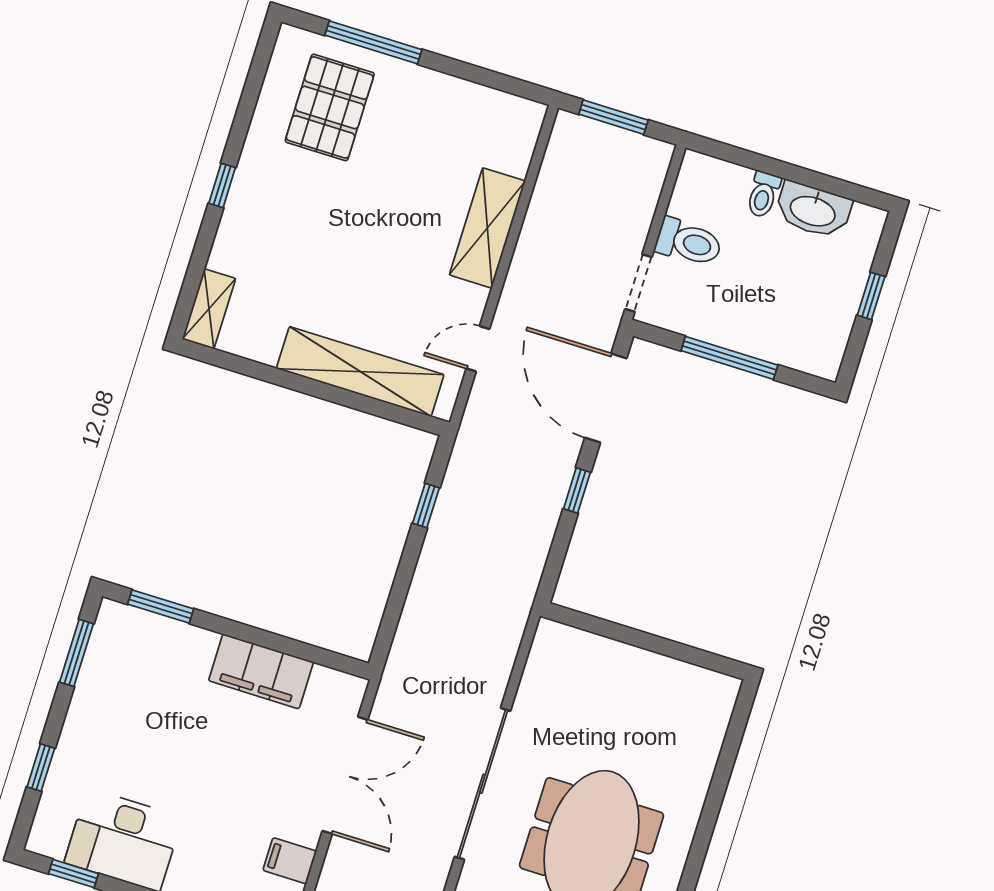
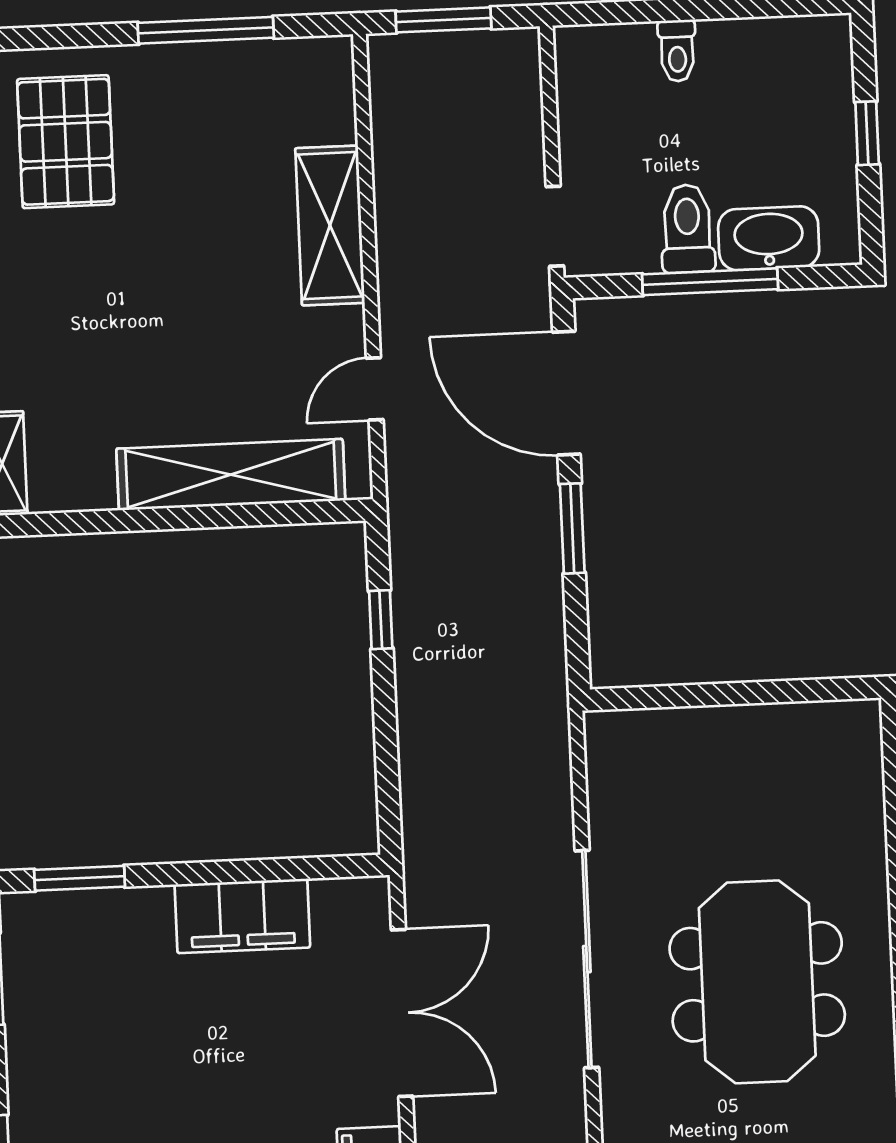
window: (373, 42) -> (206, 30), moved
washbasin: (813, 210) -> (769, 238), moved, turned 180
toilet: (689, 242) -> (687, 229), moved, turned -90
window: (577, 491) -> (572, 528), width x1.50

